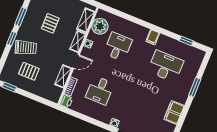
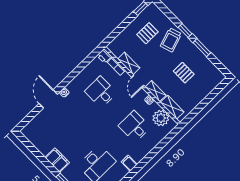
desk: (118, 47) -> (134, 127), turned 180
filing cabinet: (174, 112) -> (57, 160), moved

